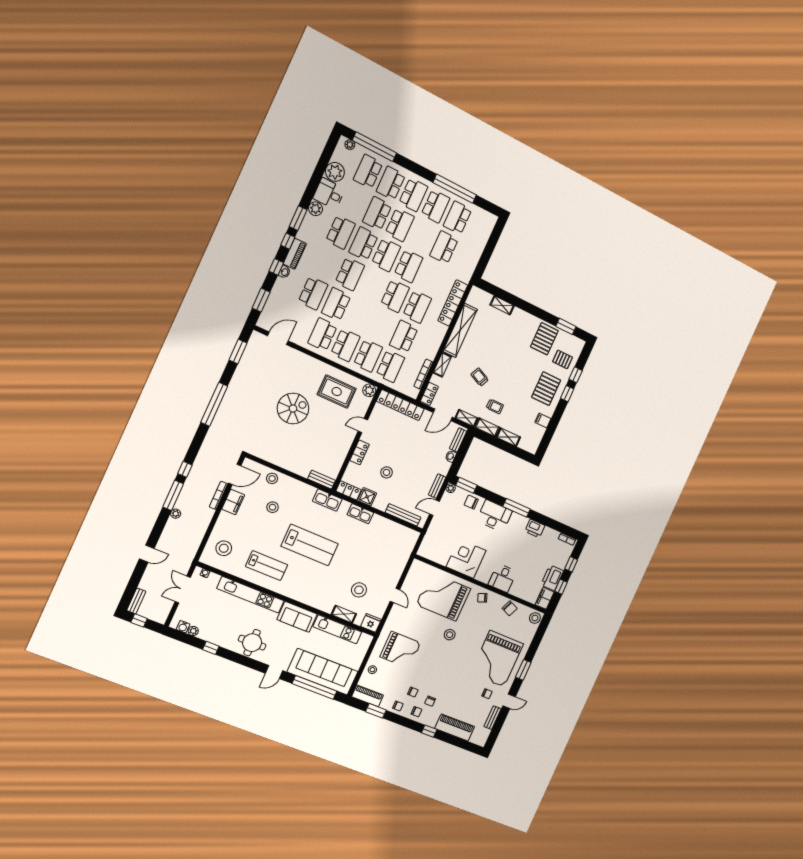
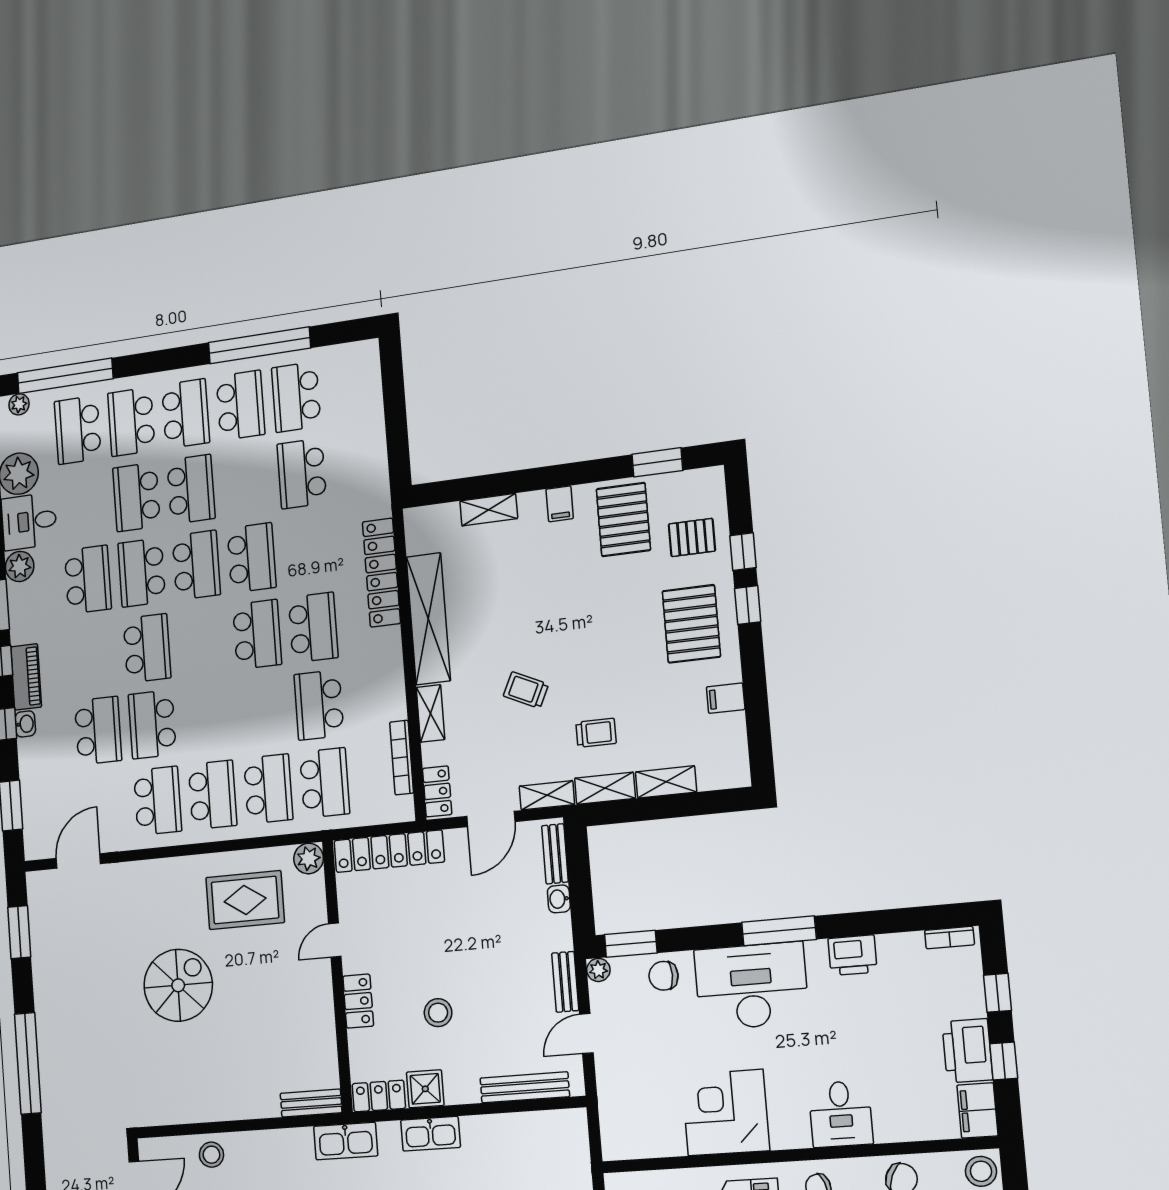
filing cabinet: (527, 319) -> (560, 504), added
school desk: (323, 334) -> (158, 801), turned 180
desk: (494, 516) -> (751, 986), width x1.36, depth x1.30

